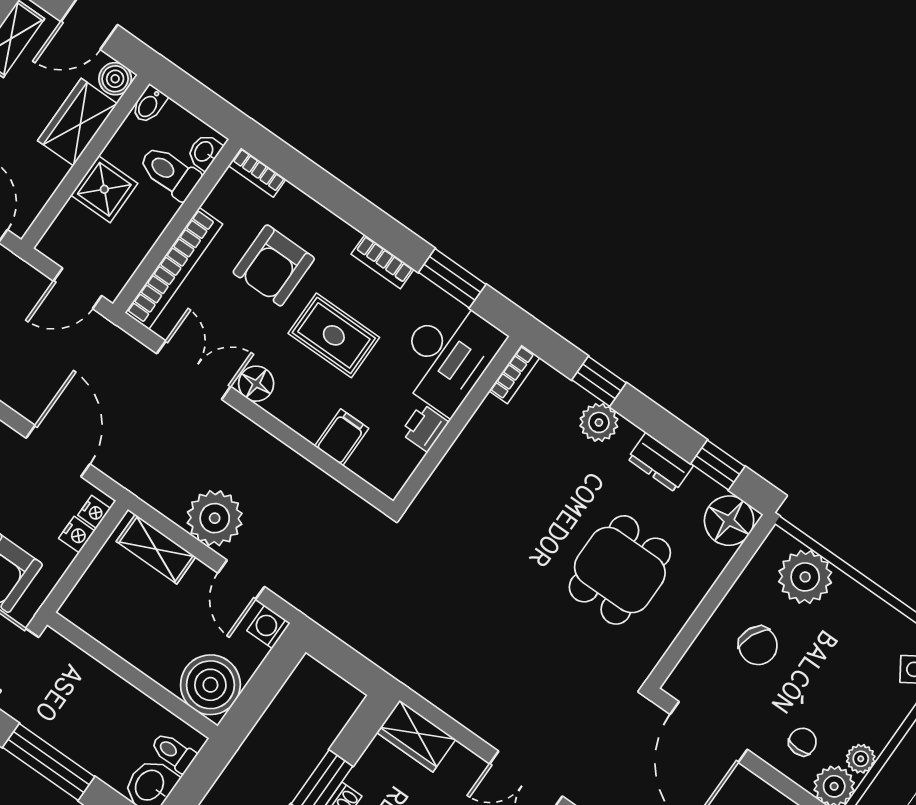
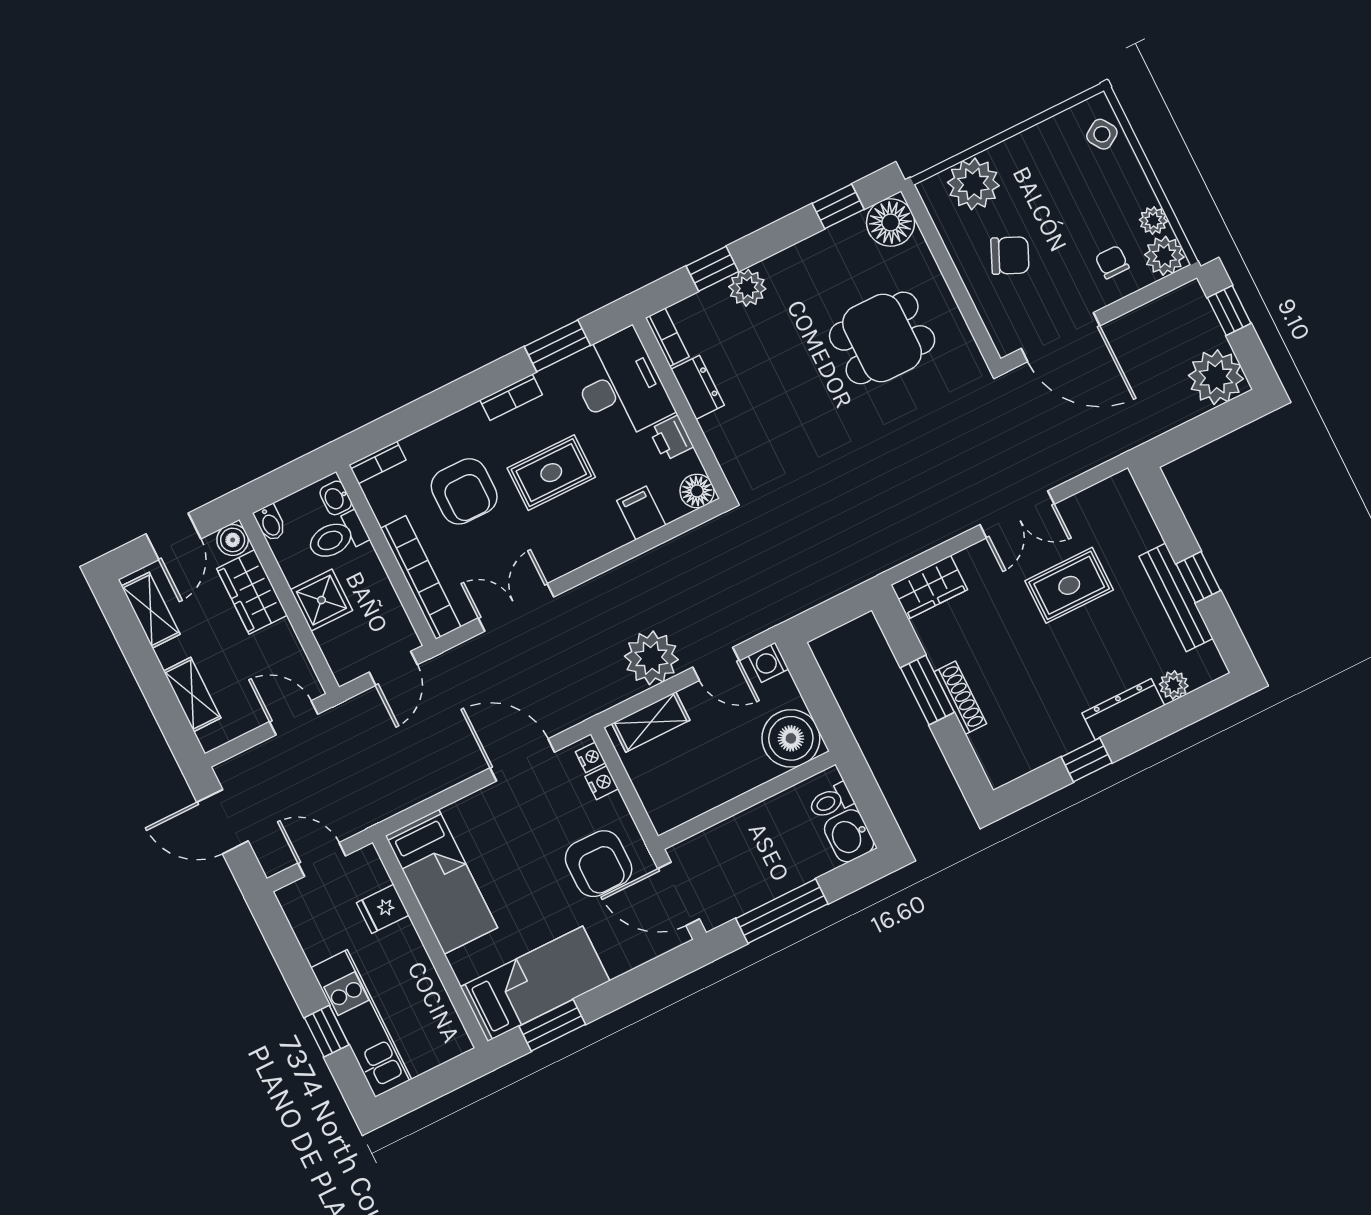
floor lamp: (256, 384) -> (697, 491), moved
dresser: (660, 462) -> (698, 387), moved, turned -90
dining table: (620, 570) -> (882, 338), turned 90

